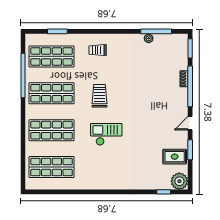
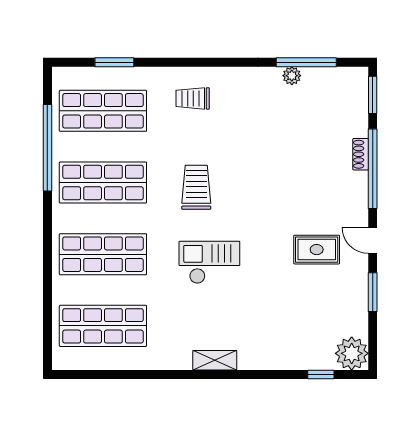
door: (190, 123) -> (373, 241), hinge flipped
rug: (175, 157) -> (317, 250), moved
shelving: (109, 185) -> (215, 360), added

